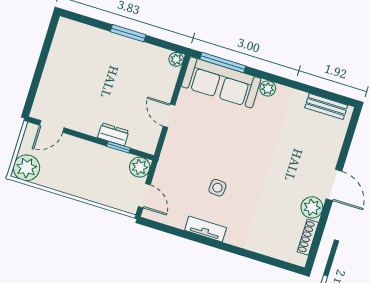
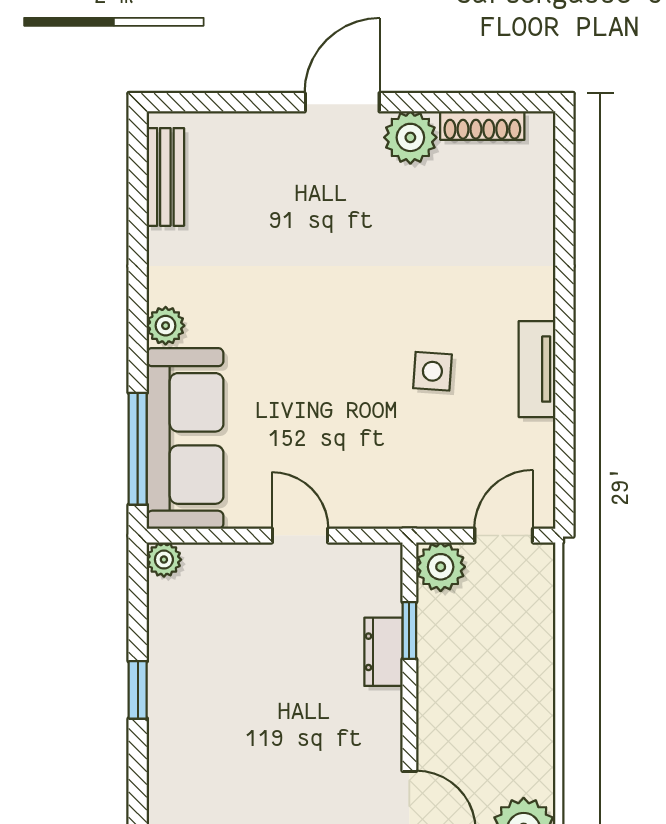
window: (128, 33) -> (138, 690), width x0.67
door: (169, 116) -> (300, 536), swing flipped

